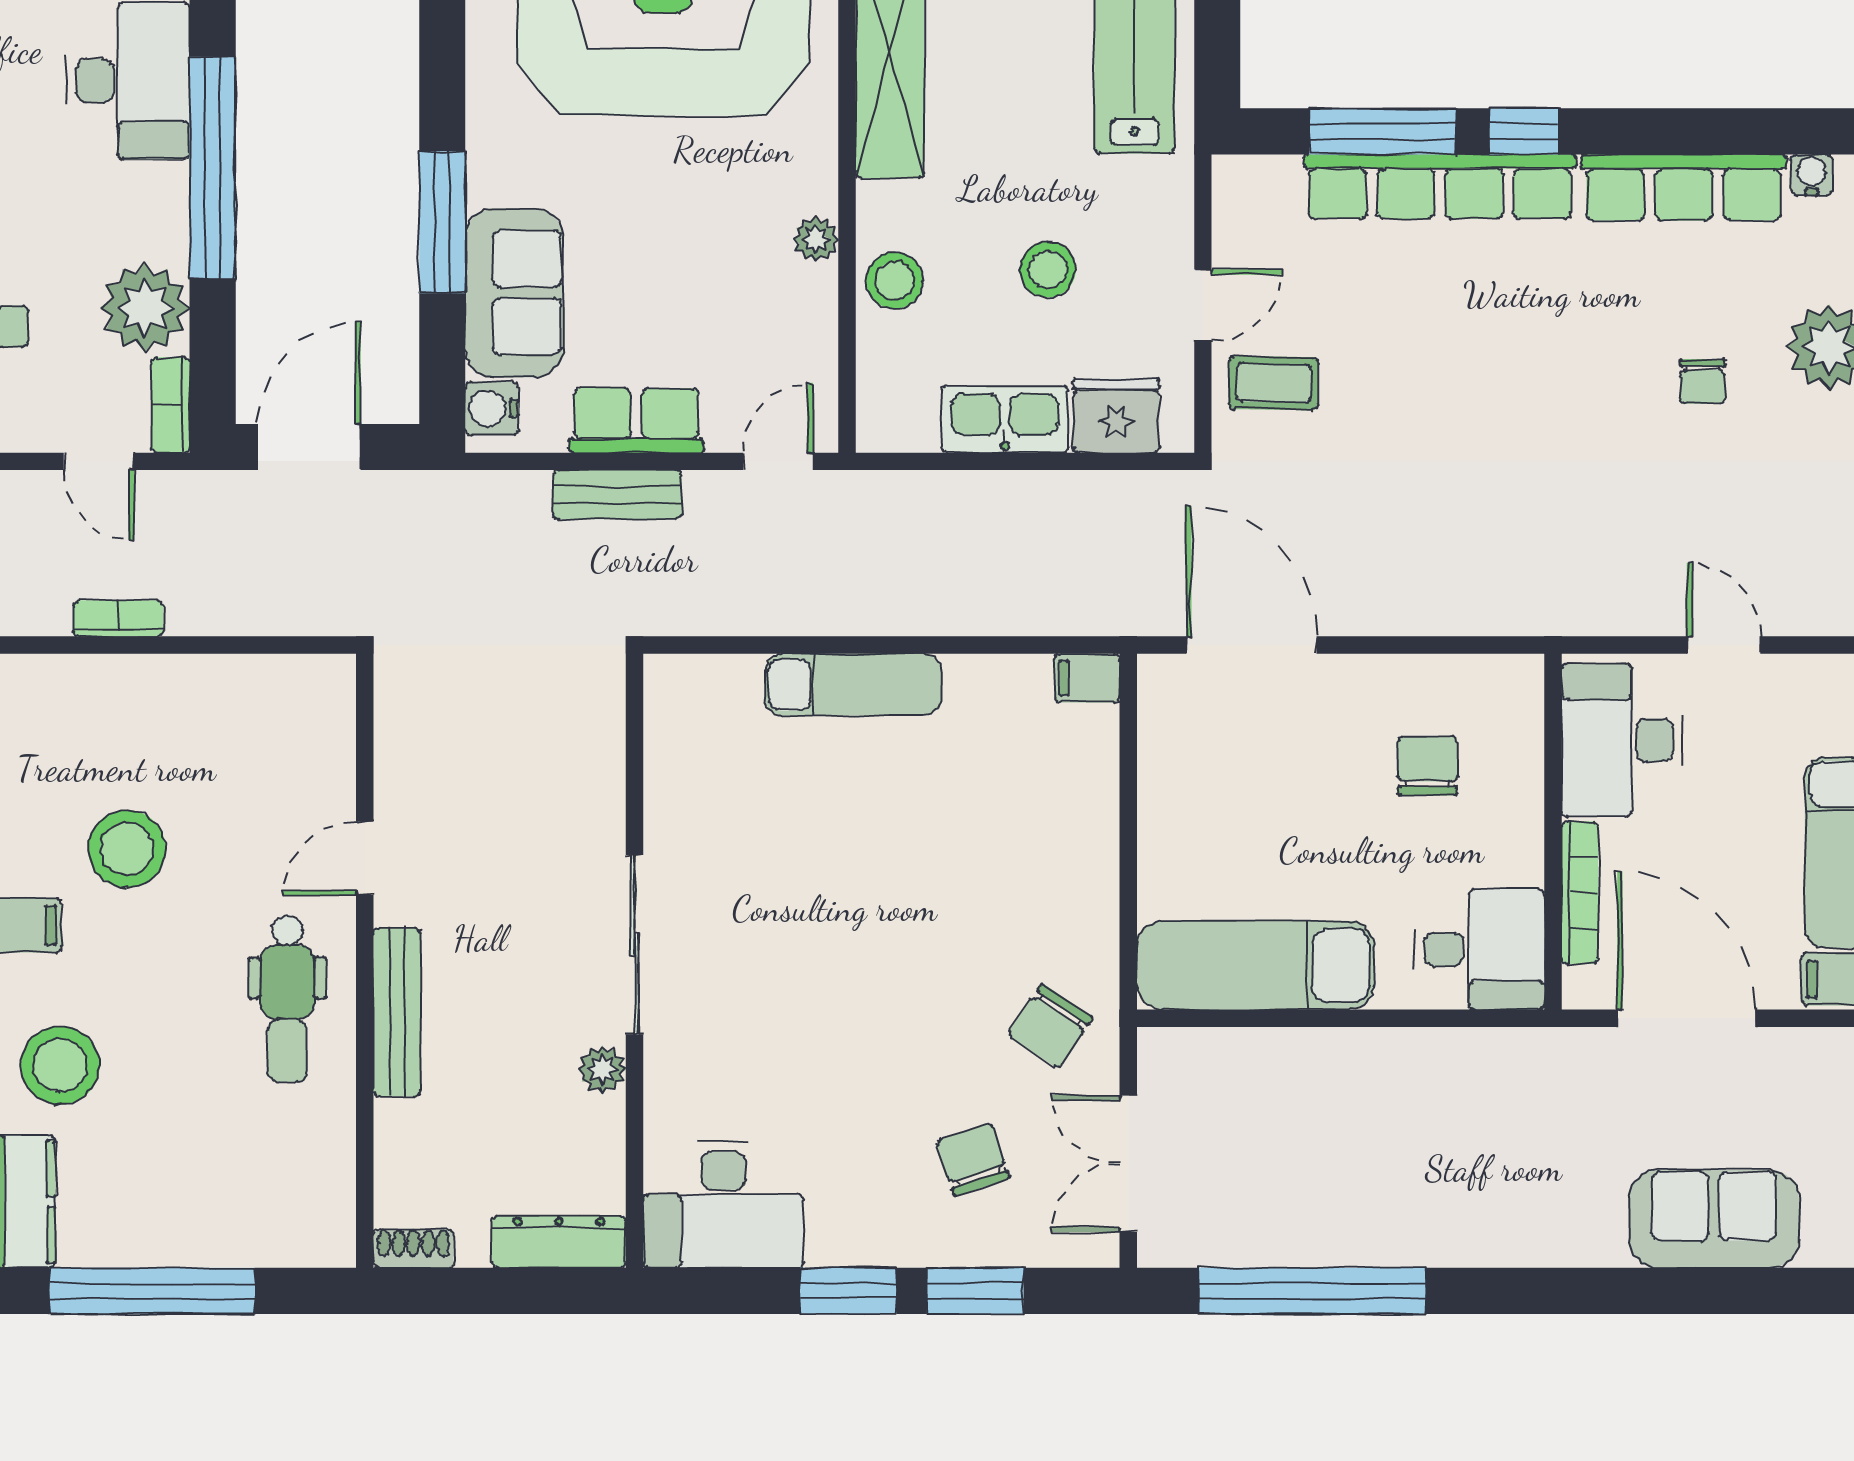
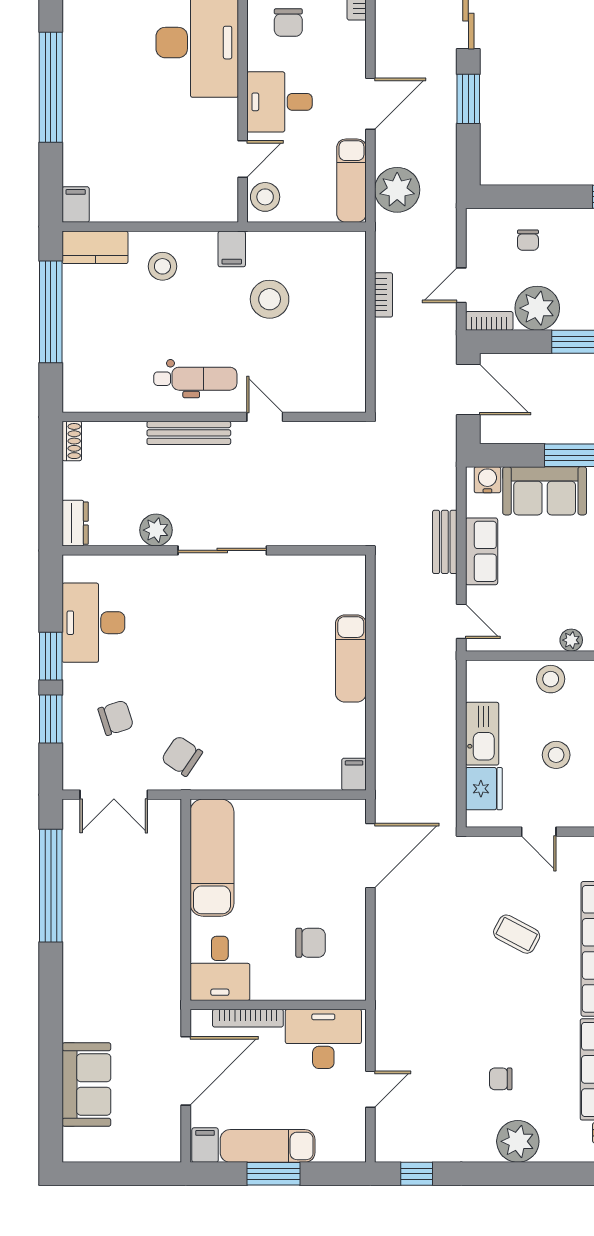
coffee table: (1274, 383) -> (517, 934), moved, turned -63
dental chair: (287, 999) -> (195, 379), turned 180
stool: (60, 1065) -> (162, 266), width x0.73, depth x0.73
plant: (602, 1069) -> (156, 530), width x1.38, depth x1.38
double door: (1128, 1164) -> (114, 795), swing flipped
desk: (724, 1205) -> (93, 623), moved
dresser: (559, 1242) -> (75, 523), width x0.70

